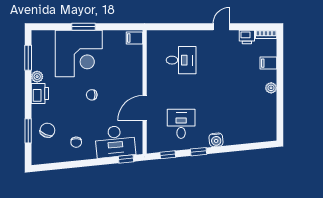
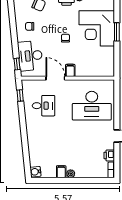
filing cabinet: (134, 38) -> (70, 70), moved
desk: (181, 60) -> (92, 106), width x1.87, depth x1.30
filing cabinet: (268, 63) -> (61, 172), moved
water cooler: (216, 140) -> (35, 172), moved
window: (198, 152) -> (22, 119), removed

